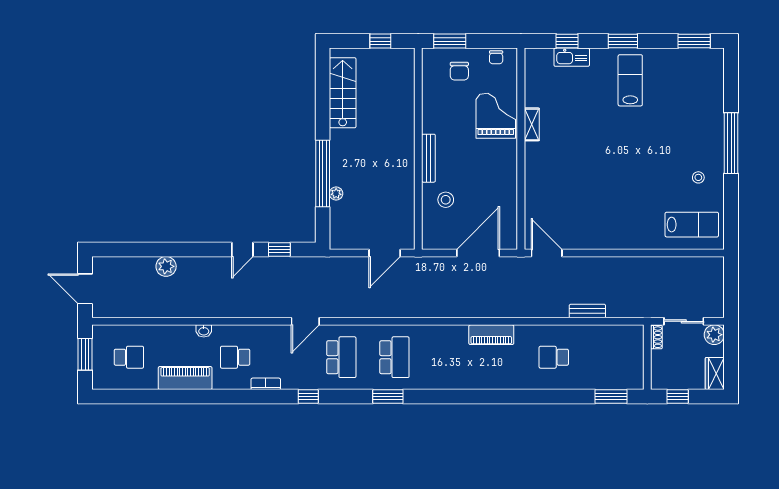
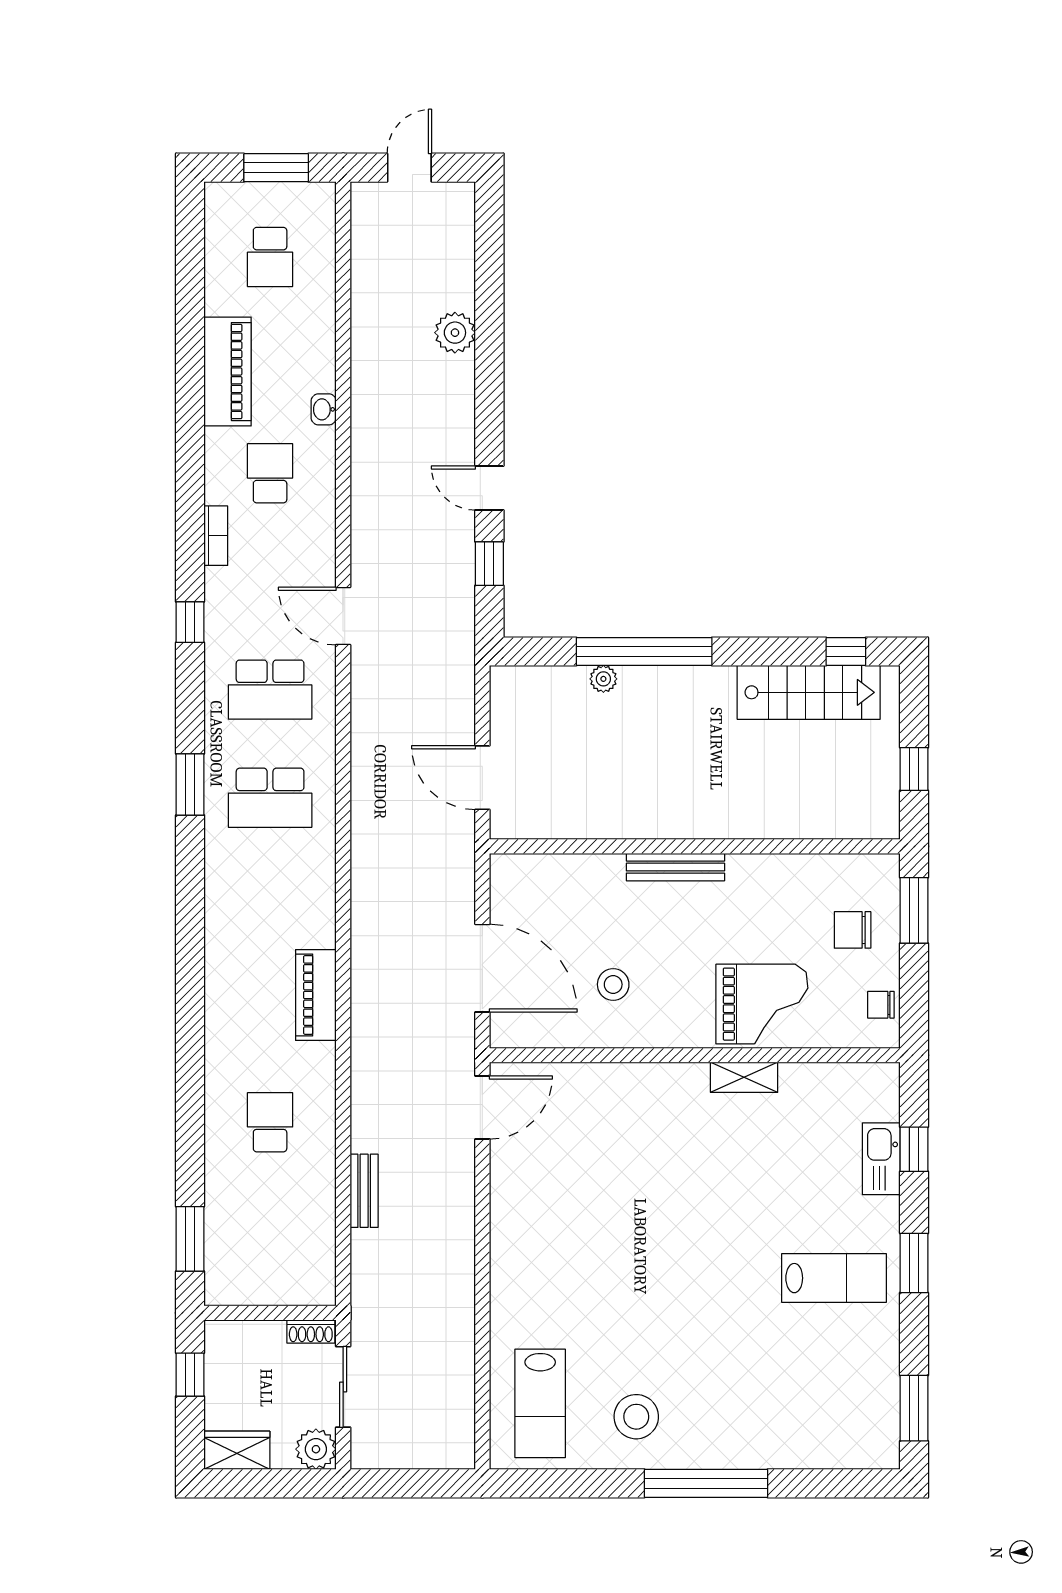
window: (323, 74) -> (846, 651), added
stool: (698, 177) -> (636, 1417), width x1.89, depth x1.89
stool: (446, 200) -> (613, 984), moved
door: (85, 289) -> (409, 168), width x0.73

